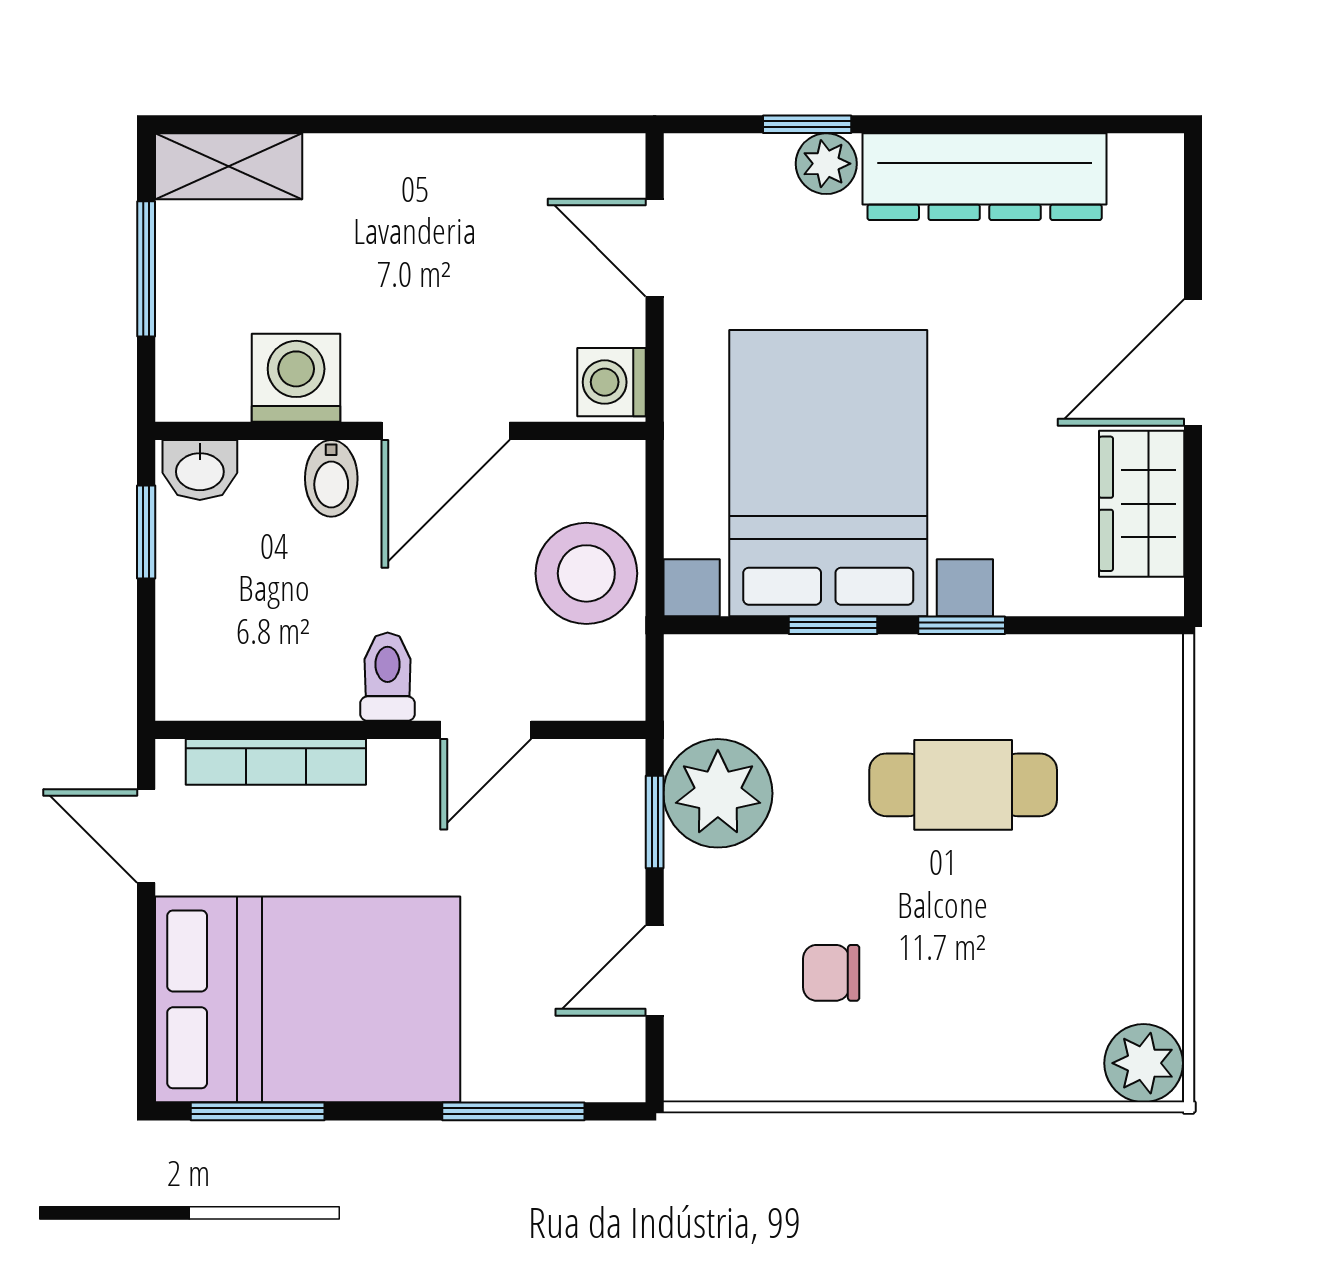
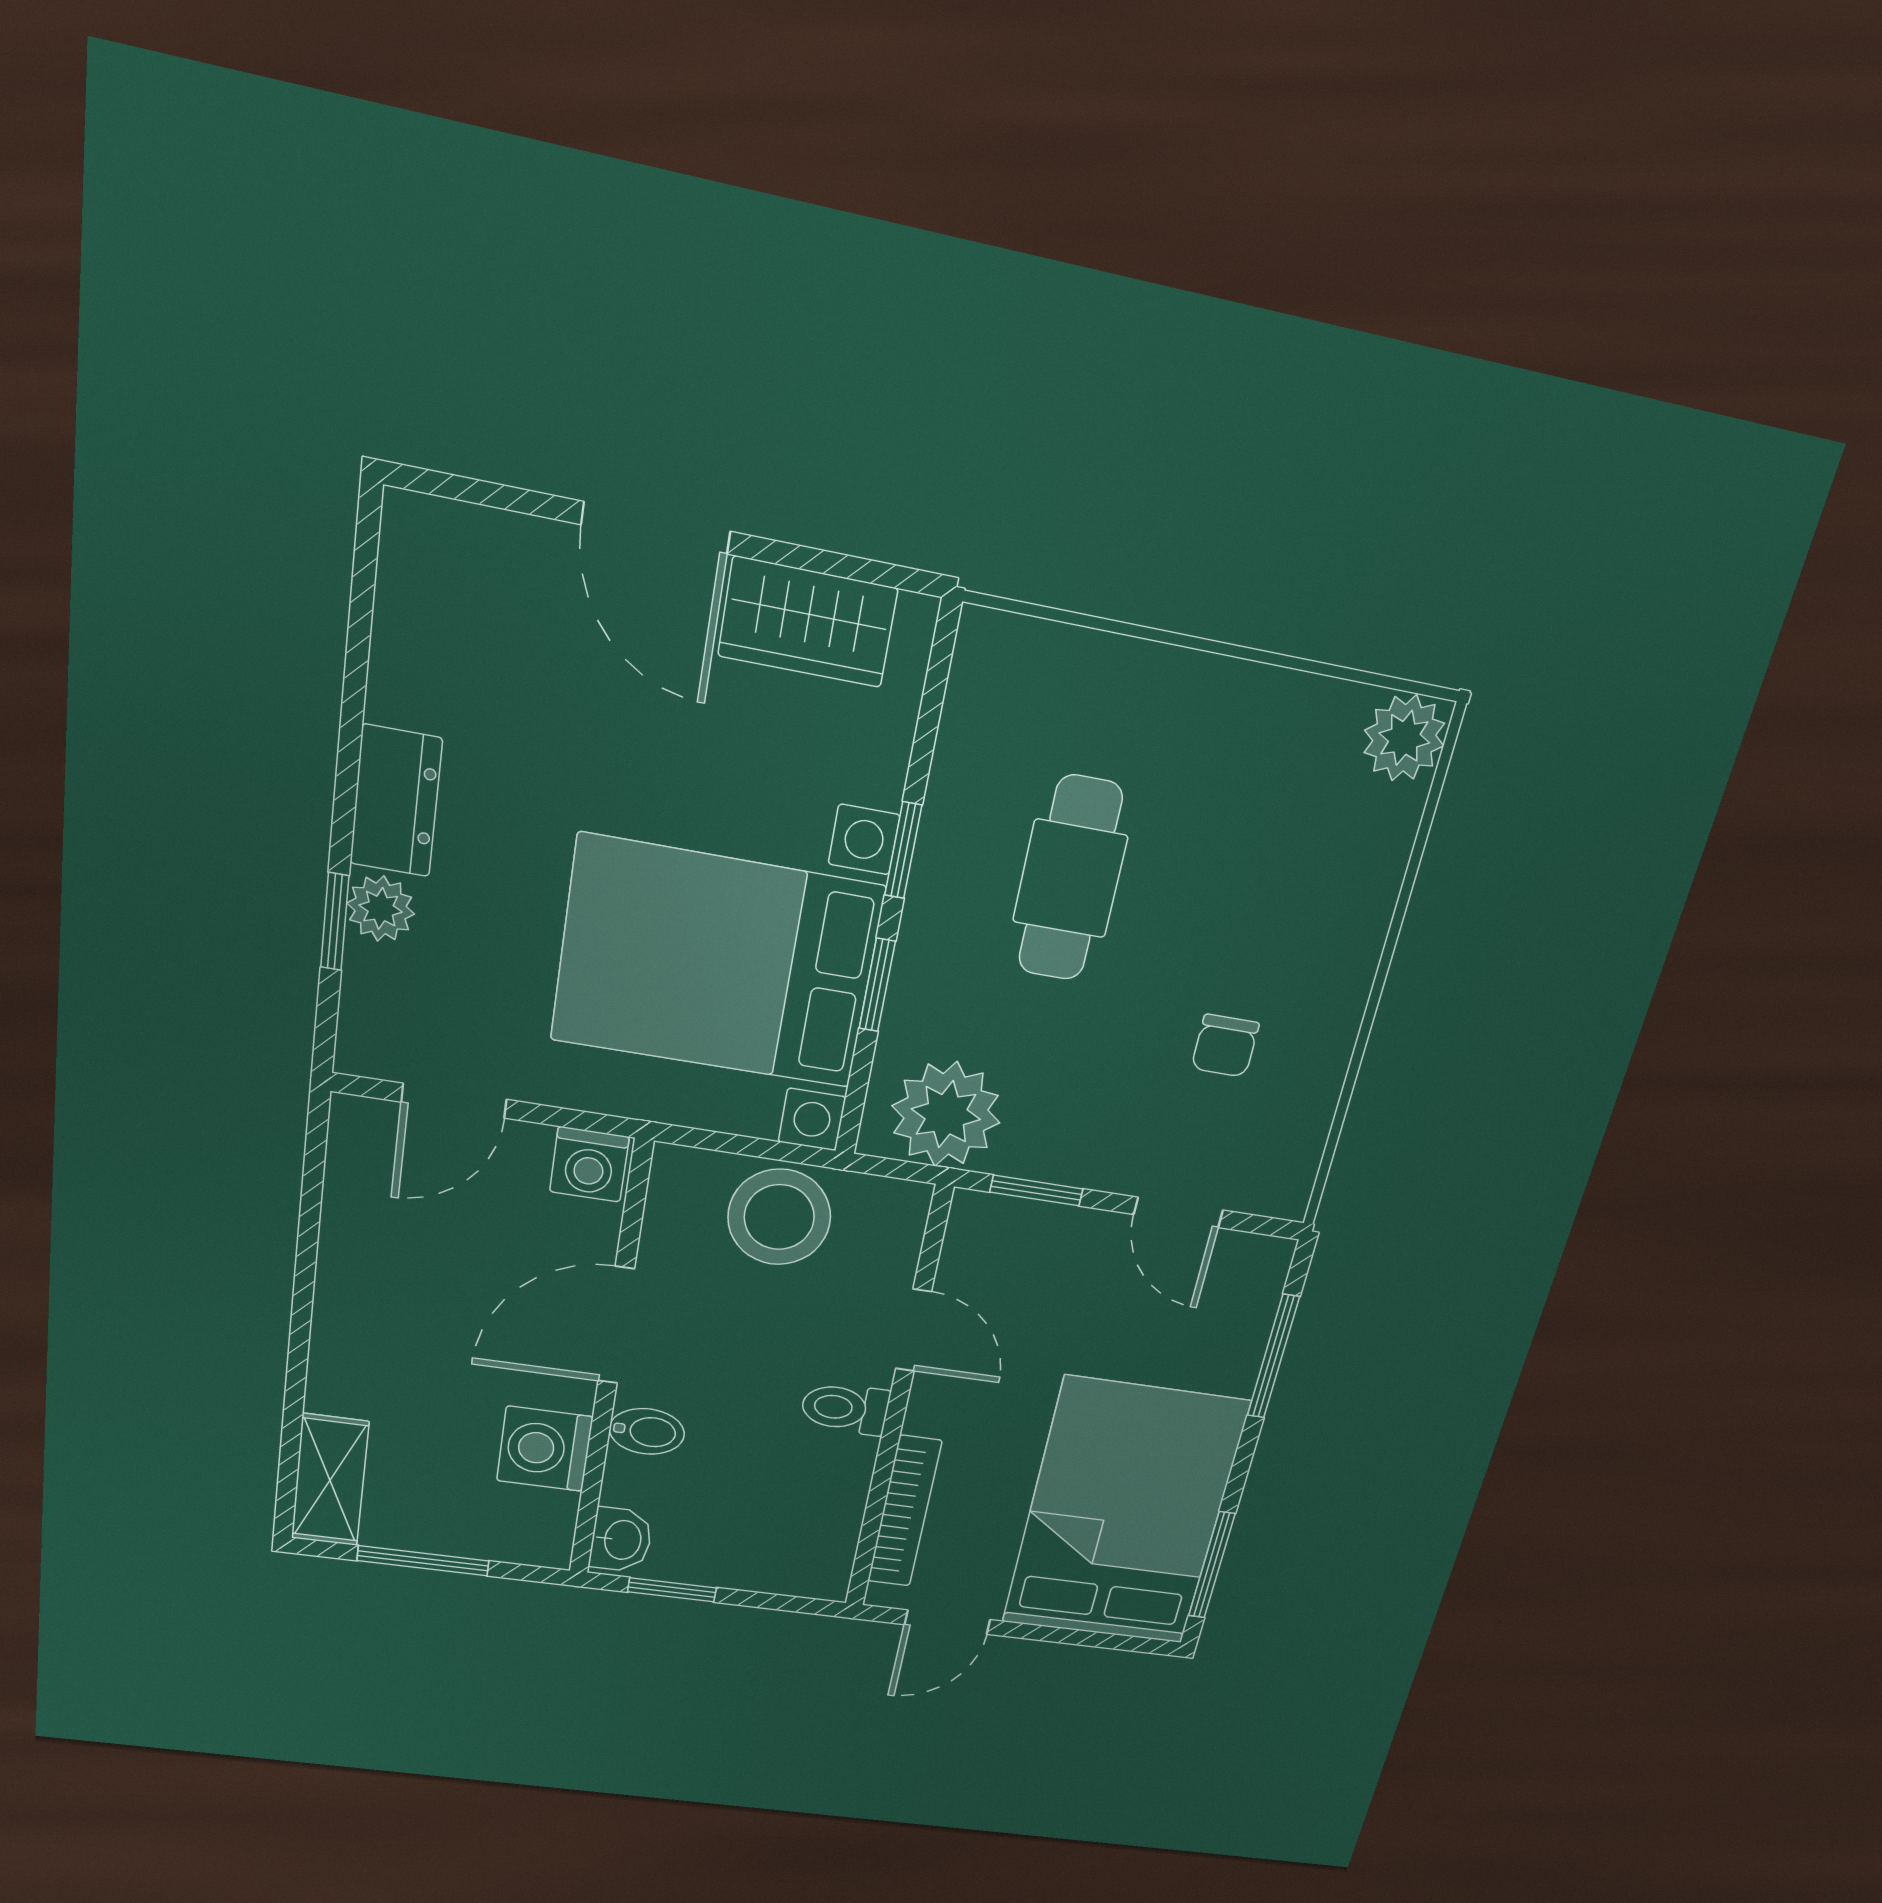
dresser: (985, 177) -> (396, 801), width x0.51, depth x0.80
door: (446, 431) -> (616, 1325), swing flipped
plant: (718, 793) -> (946, 1114), moved

